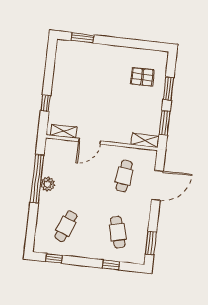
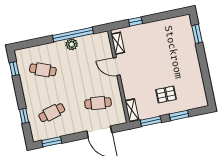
pallet: (142, 77) -> (166, 94), moved, turned 90

